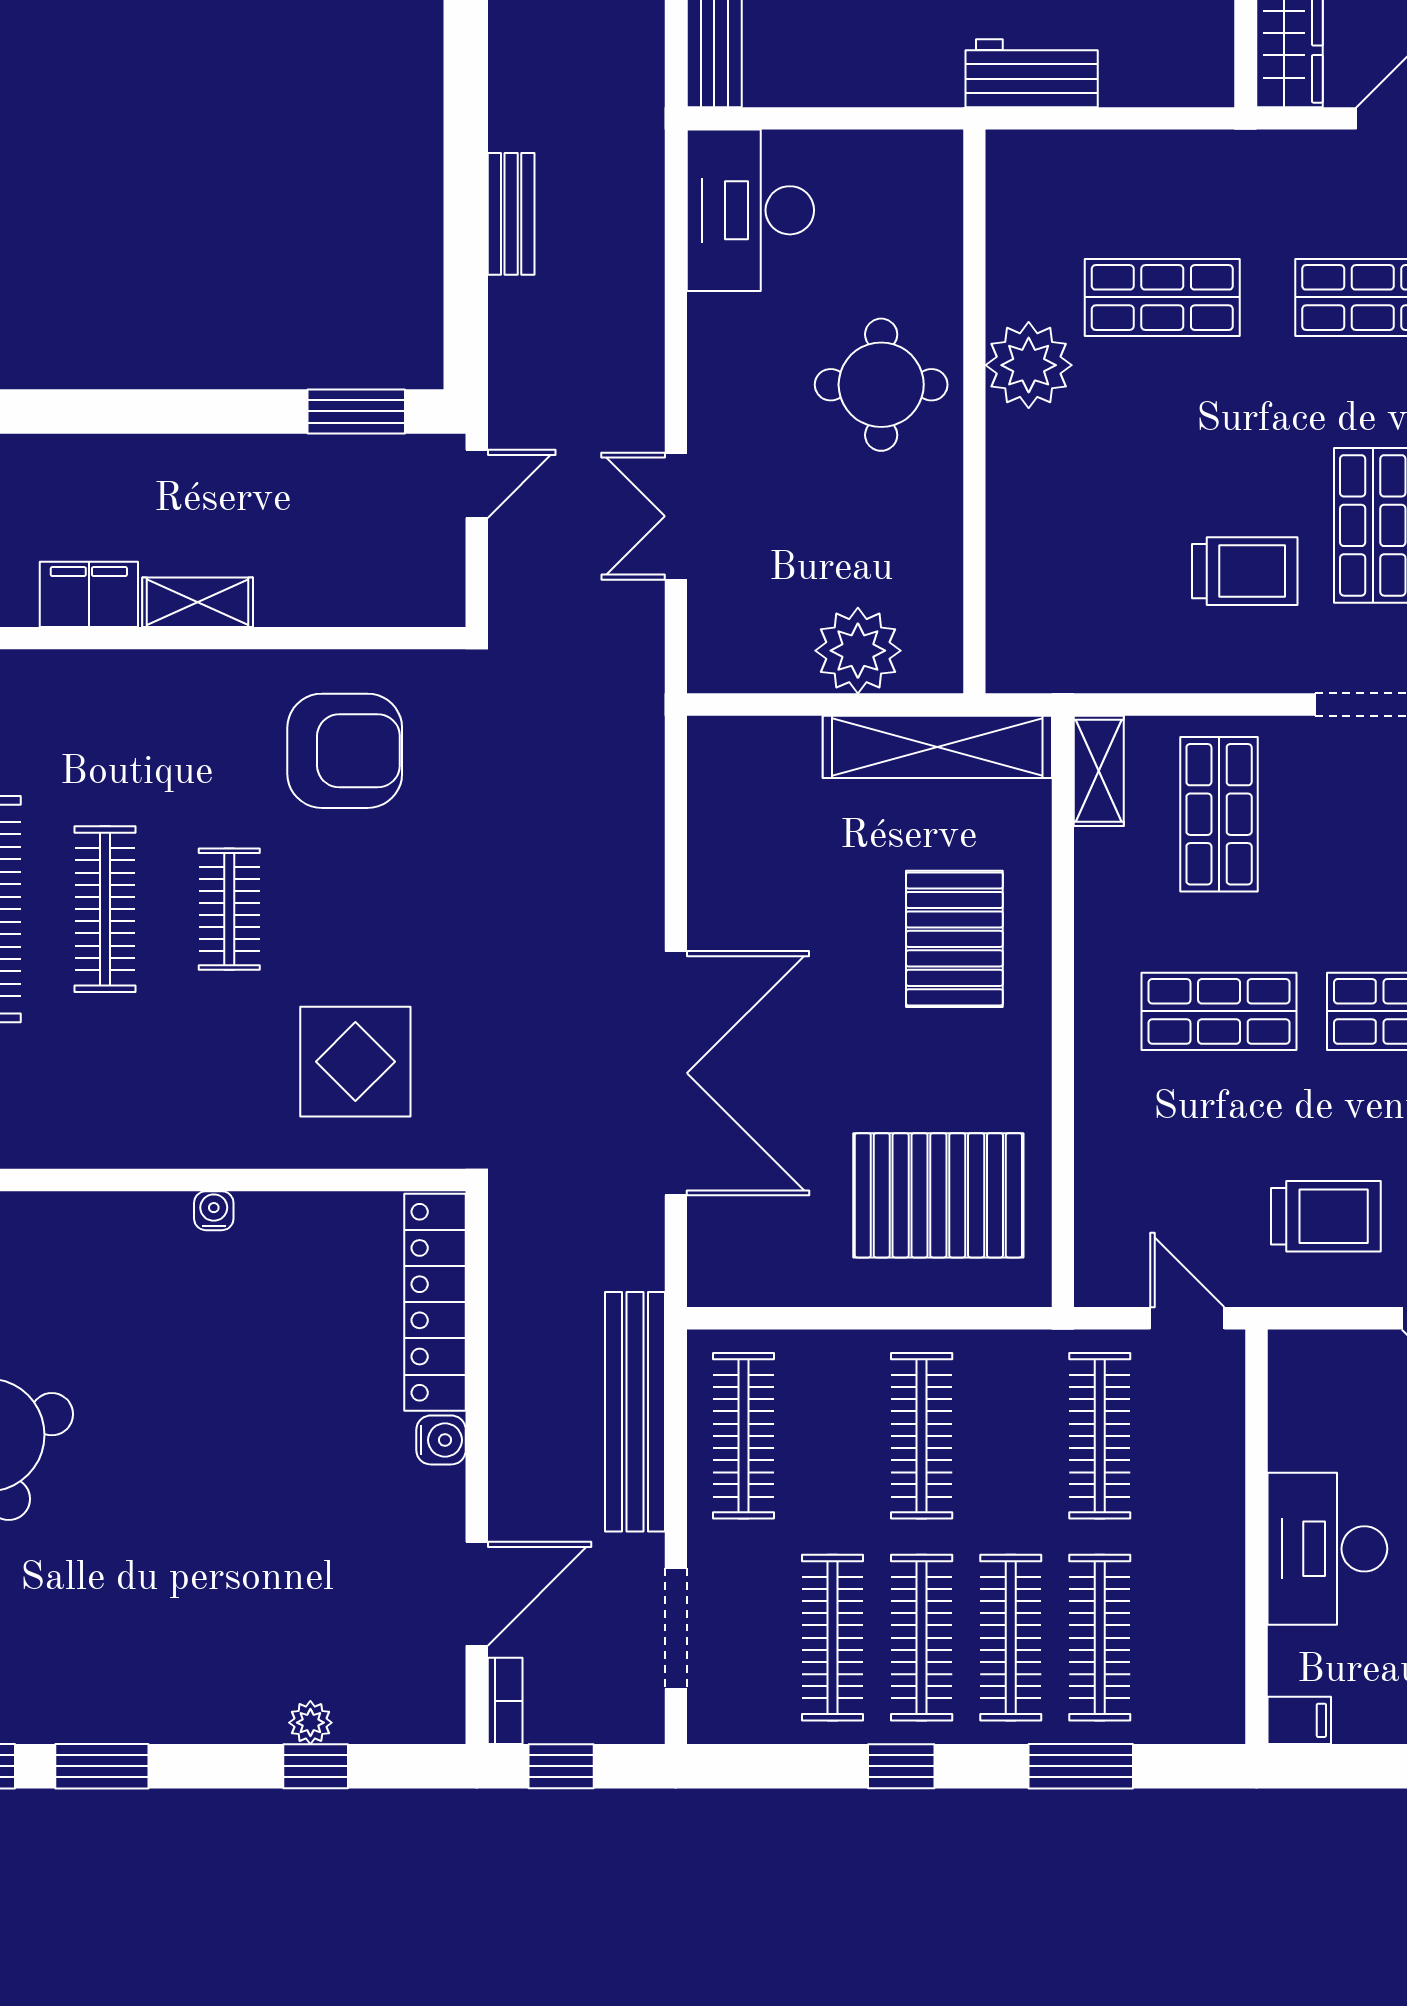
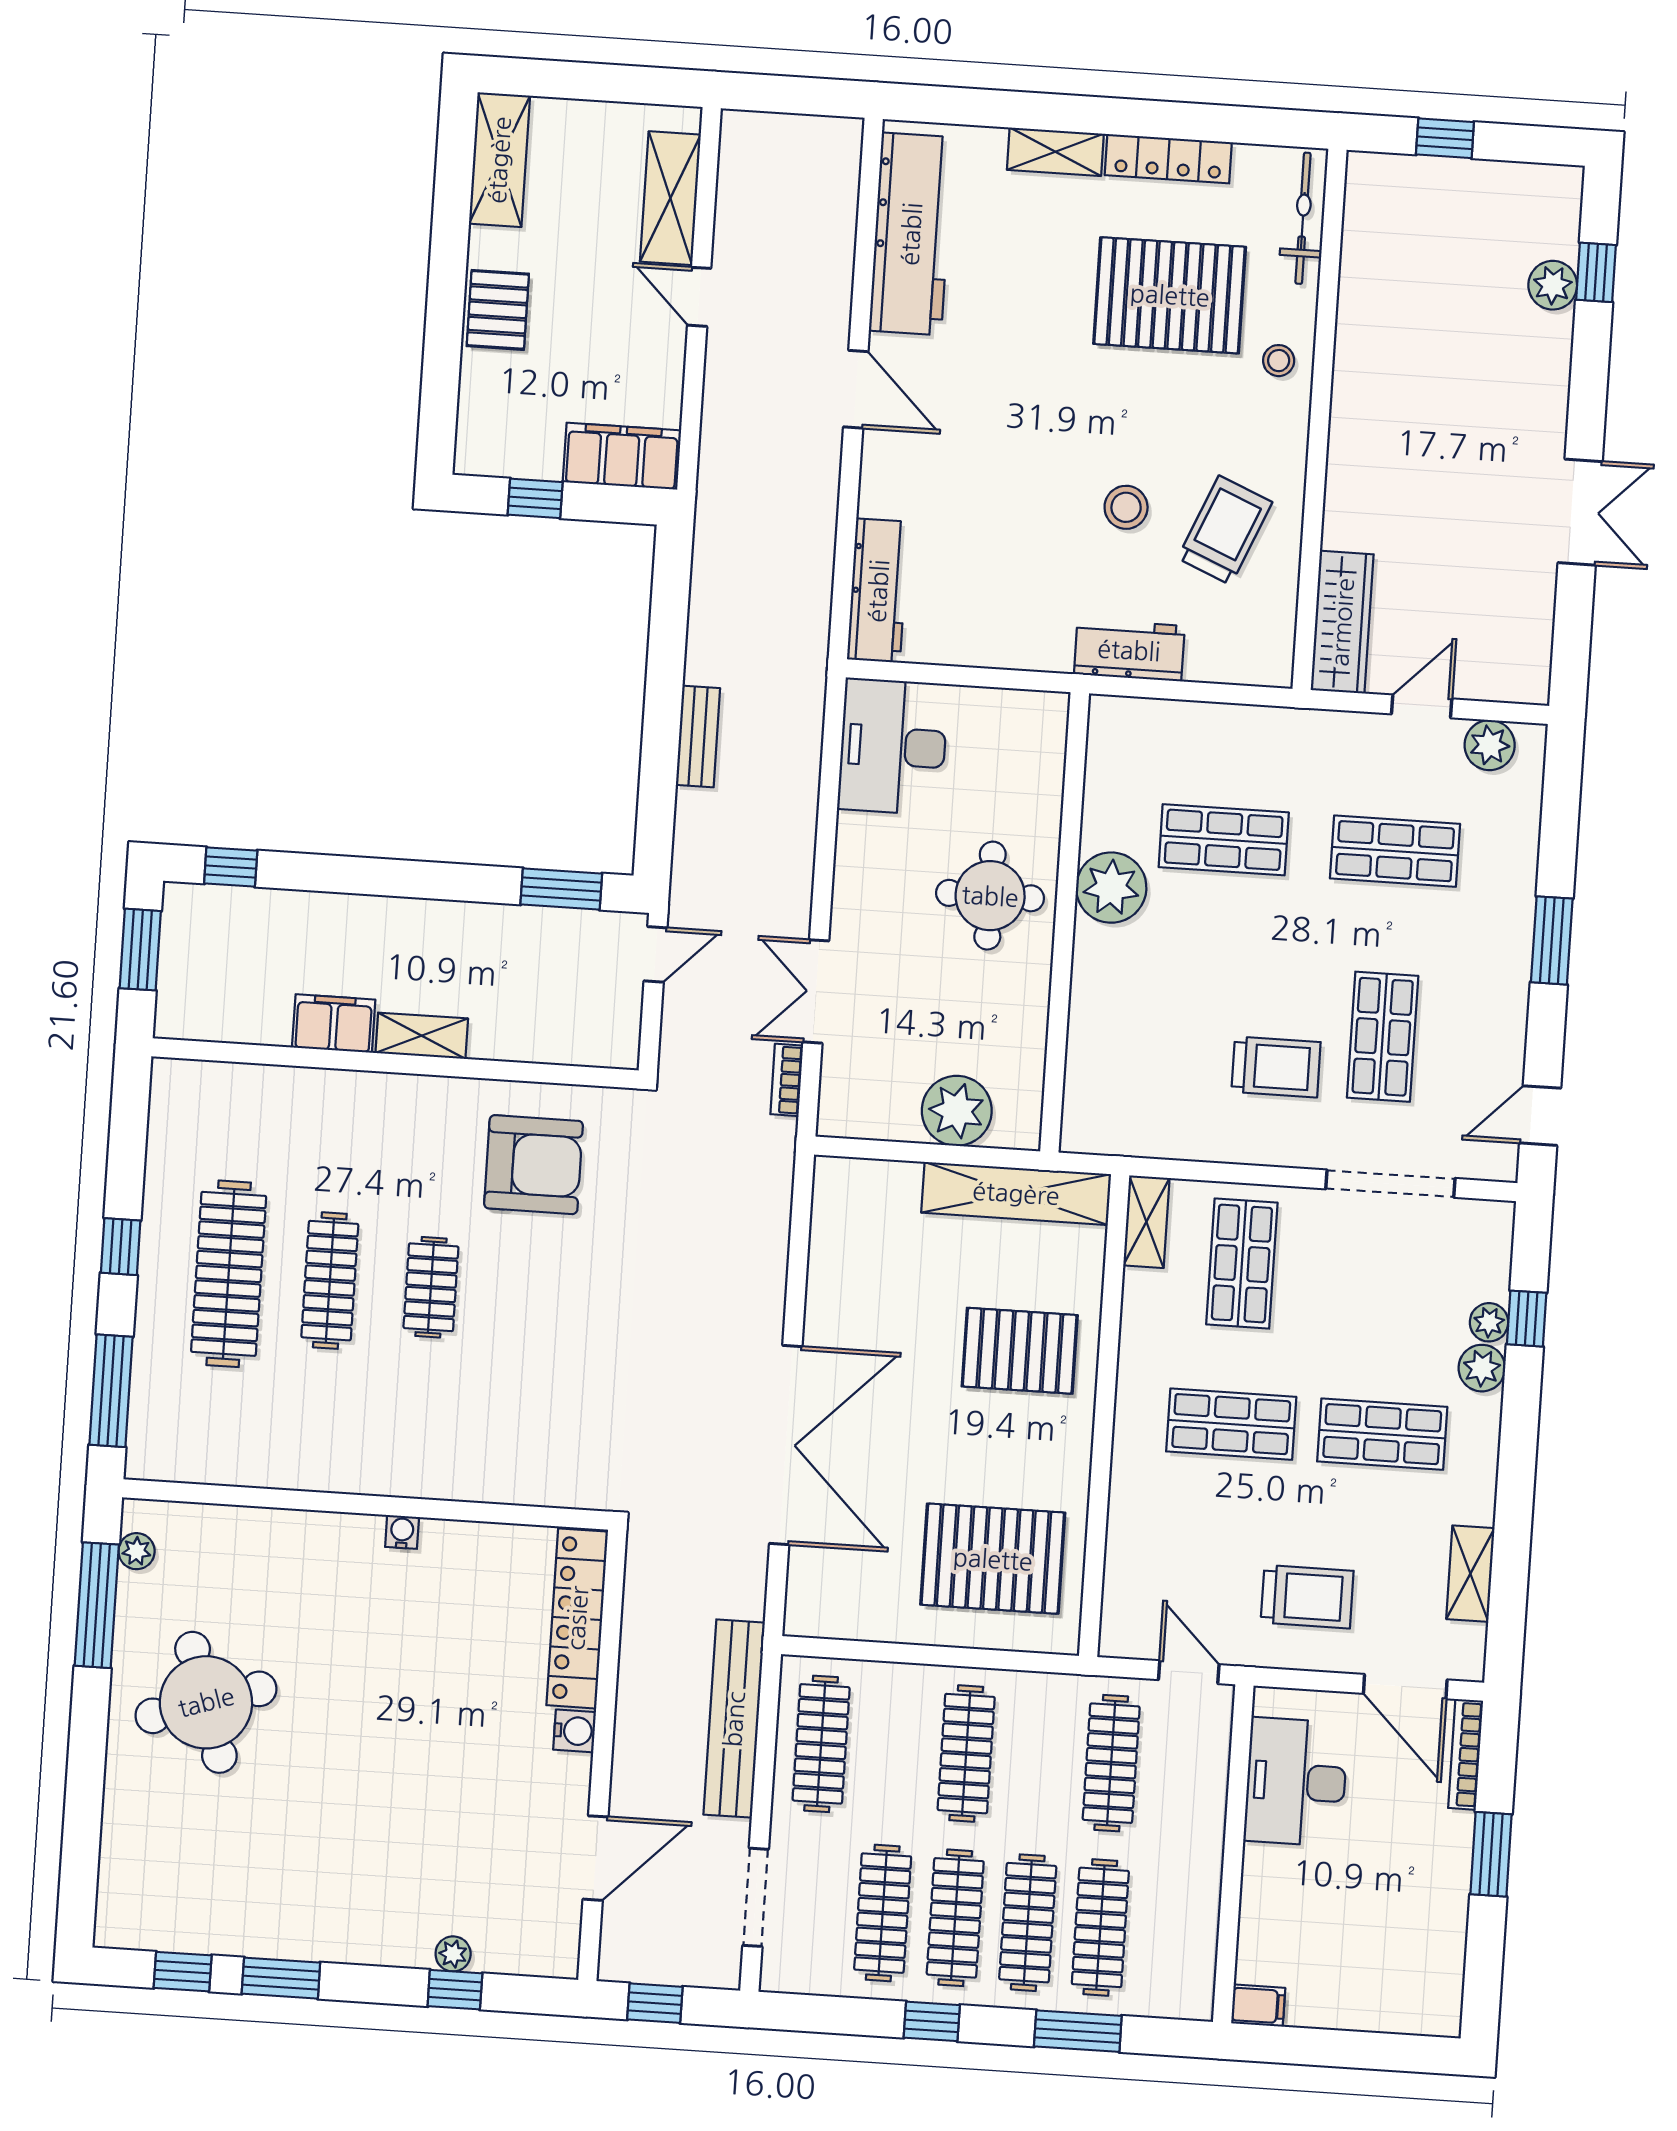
pallet: (954, 939) -> (1020, 1351), turned 90
display table: (355, 1062) -> (525, 1418), removed
desk: (1327, 1549) -> (1296, 1782), moved
bookcase: (505, 1701) -> (787, 1080), moved, turned 180

